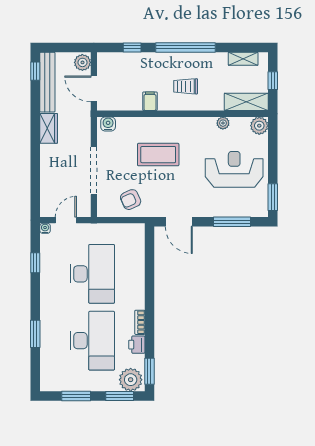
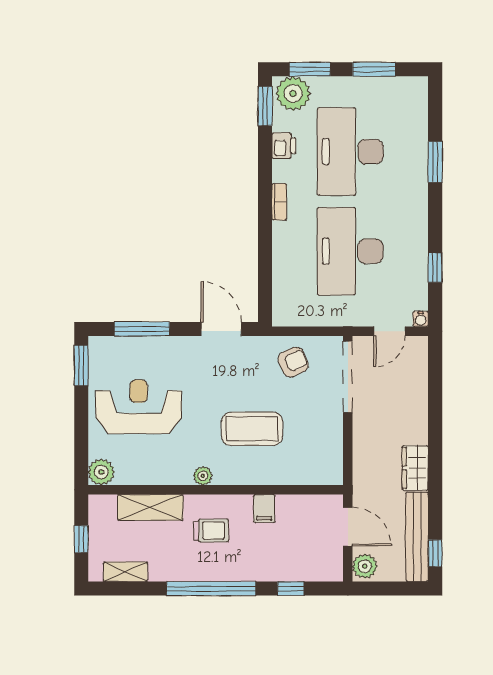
shelving: (246, 102) -> (150, 507), moved
plant: (223, 123) -> (203, 476), moved
water cooler: (108, 124) -> (327, 474), removed
reception desk: (234, 169) -> (139, 407), turned 180
doorway: (94, 171) -> (348, 377), moved
bookcase: (140, 322) -> (279, 202), moved

